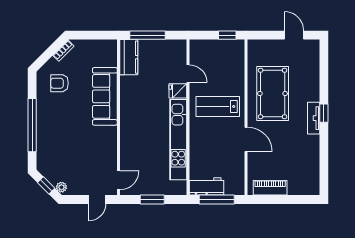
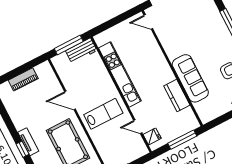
kitchen counter: (129, 57) -> (177, 96), moved
fridge: (178, 91) -> (152, 136), moved
door: (119, 180) -> (148, 22), hinge flipped
piano: (270, 188) -> (23, 79), moved
window: (152, 200) -> (116, 20), removed

